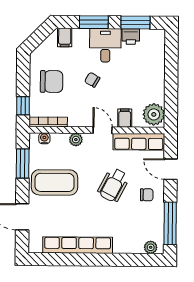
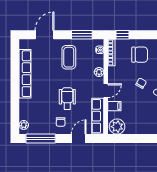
chair: (52, 81) -> (140, 55), turned -90
coffee table: (55, 182) -> (69, 57), width x0.73, depth x0.76
wheelchair: (113, 185) -> (67, 99), turned 62

